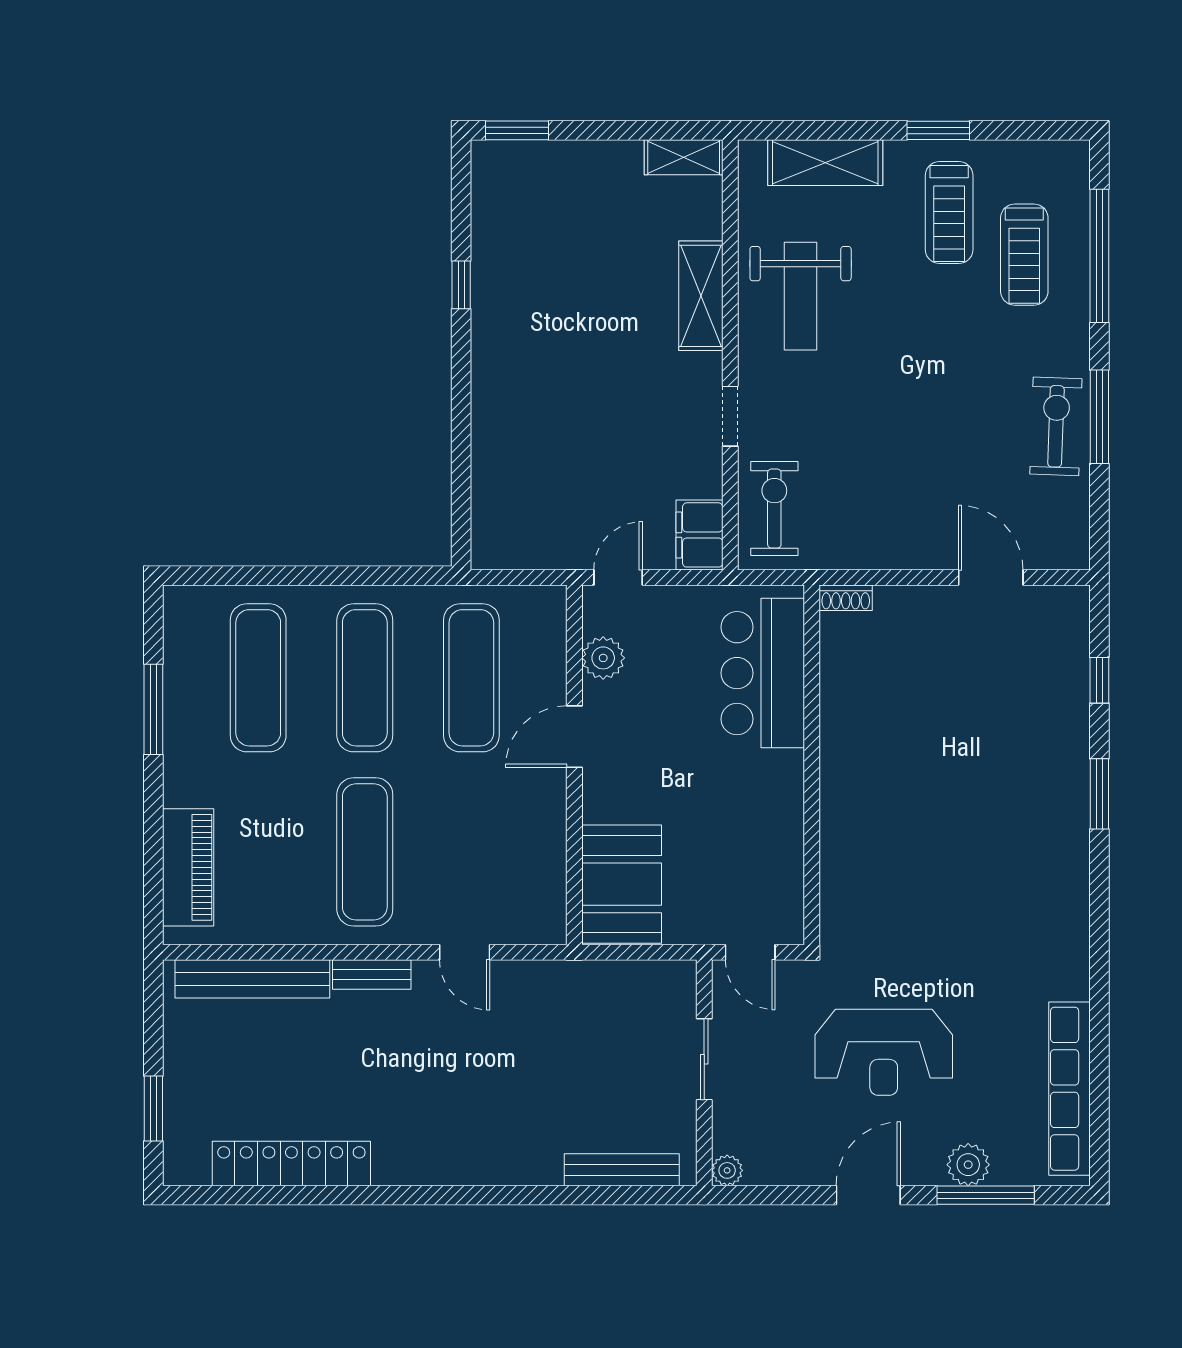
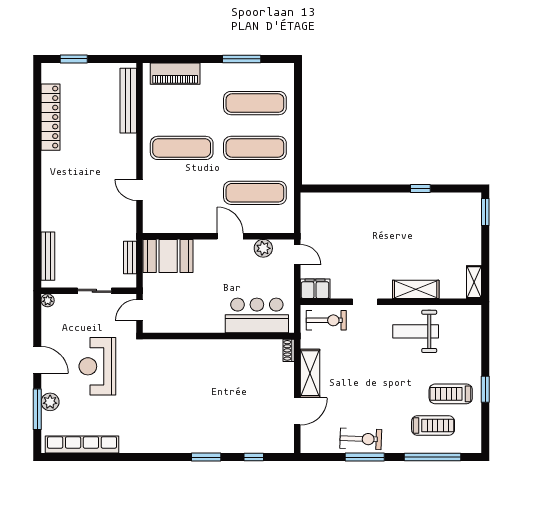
shelving: (825, 163) -> (310, 373), moved
treadmill: (1024, 255) -> (433, 426), turned 180
door: (465, 952) -> (139, 190), hinge flipped
bench: (372, 975) -> (130, 258), moved

